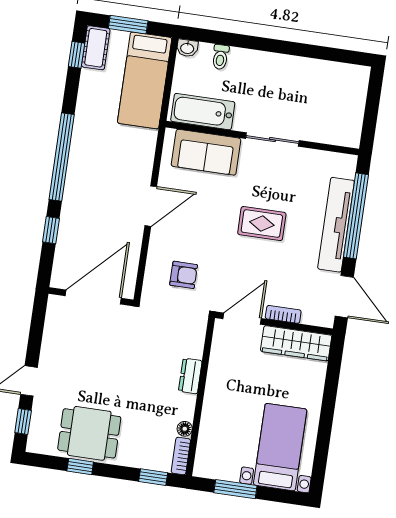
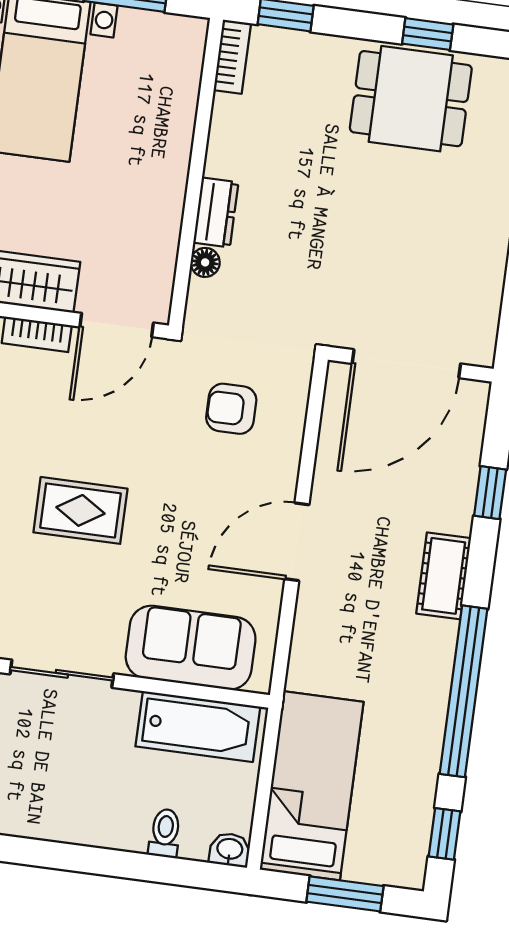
cot: (96, 48) -> (444, 576), moved
window: (62, 157) -> (464, 691), moved
floor lamp: (185, 429) -> (205, 262), moved

